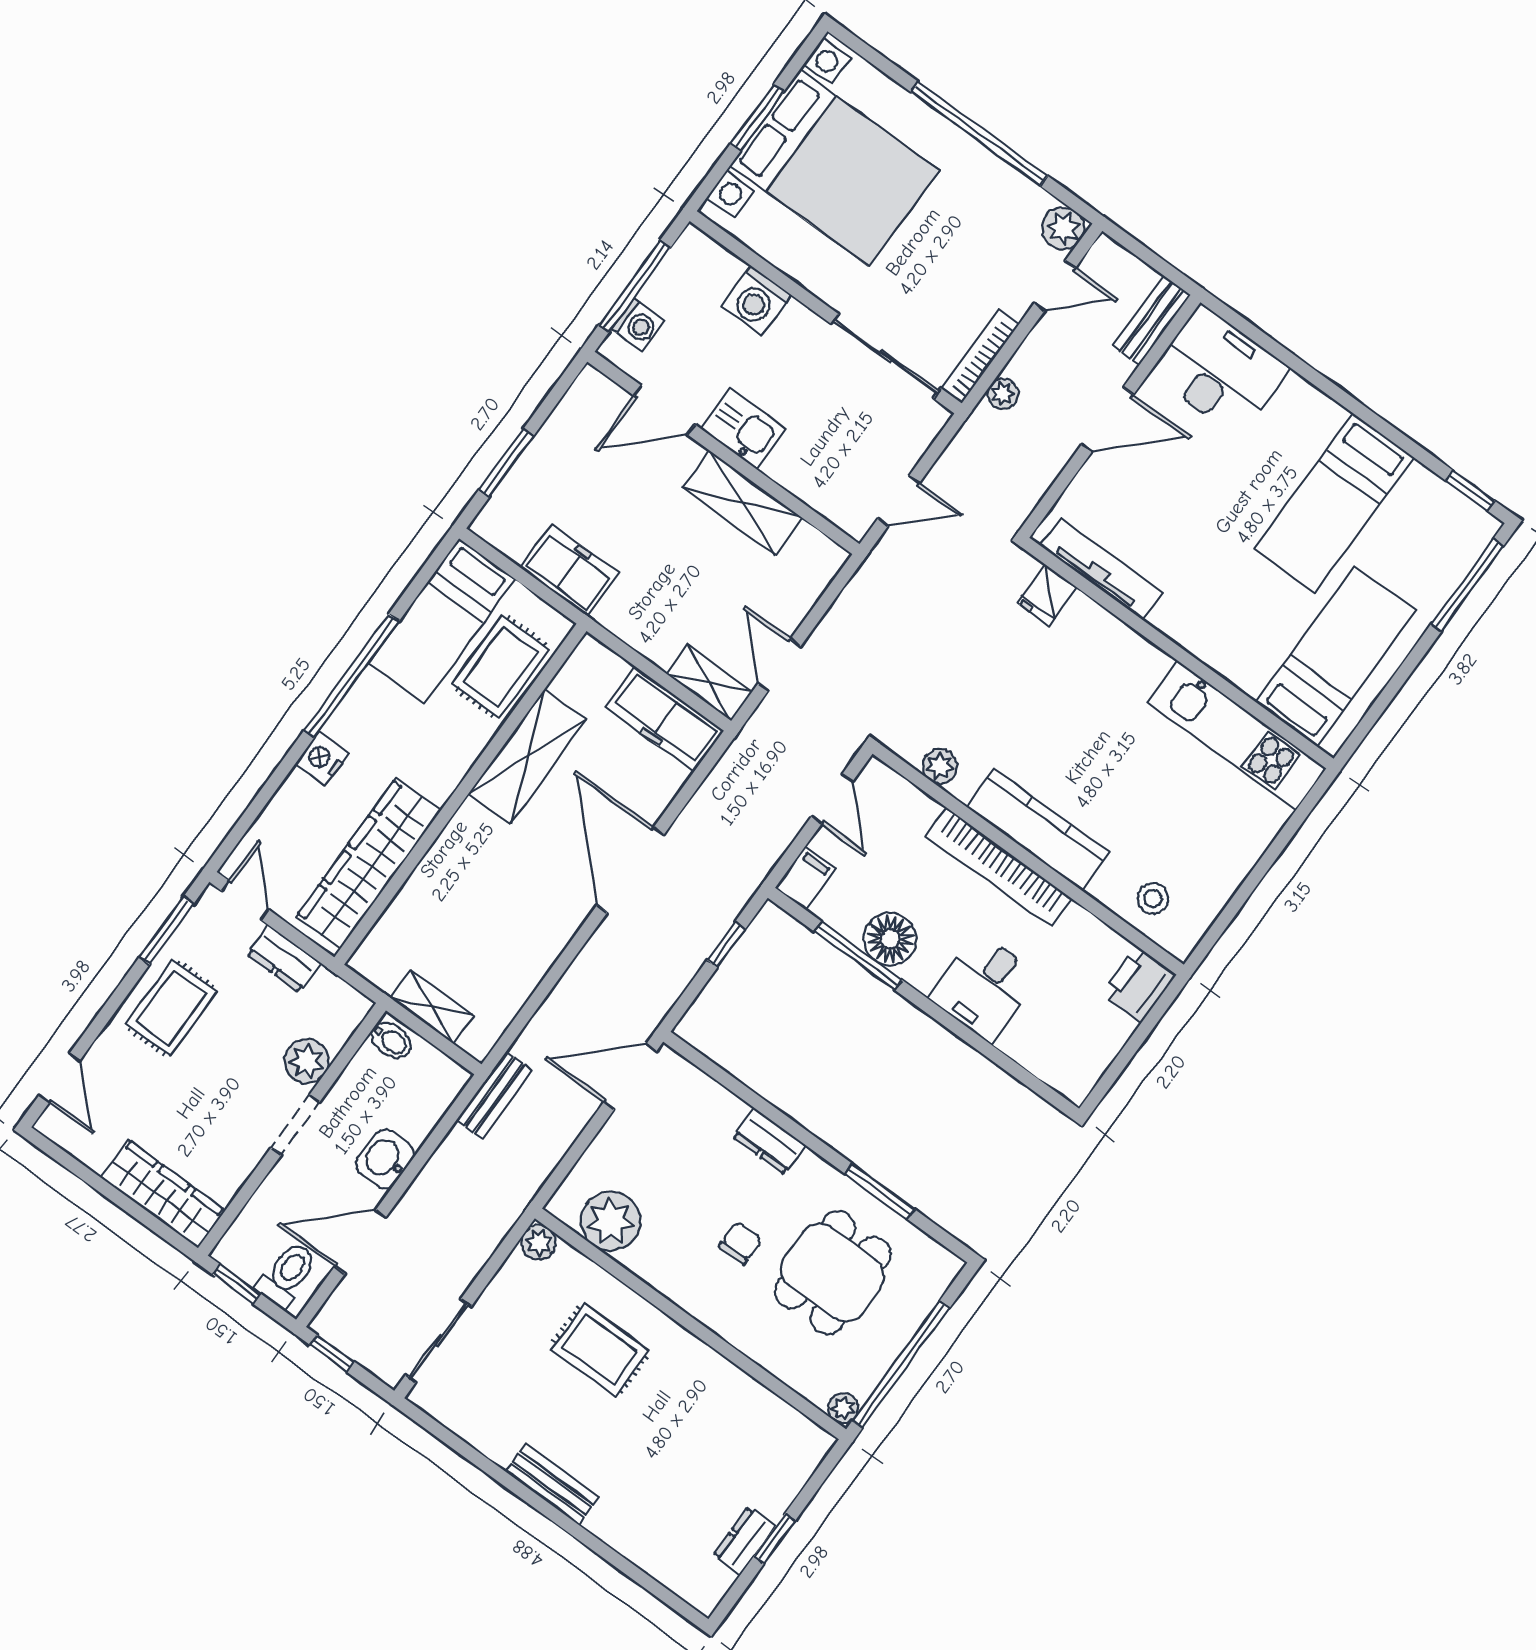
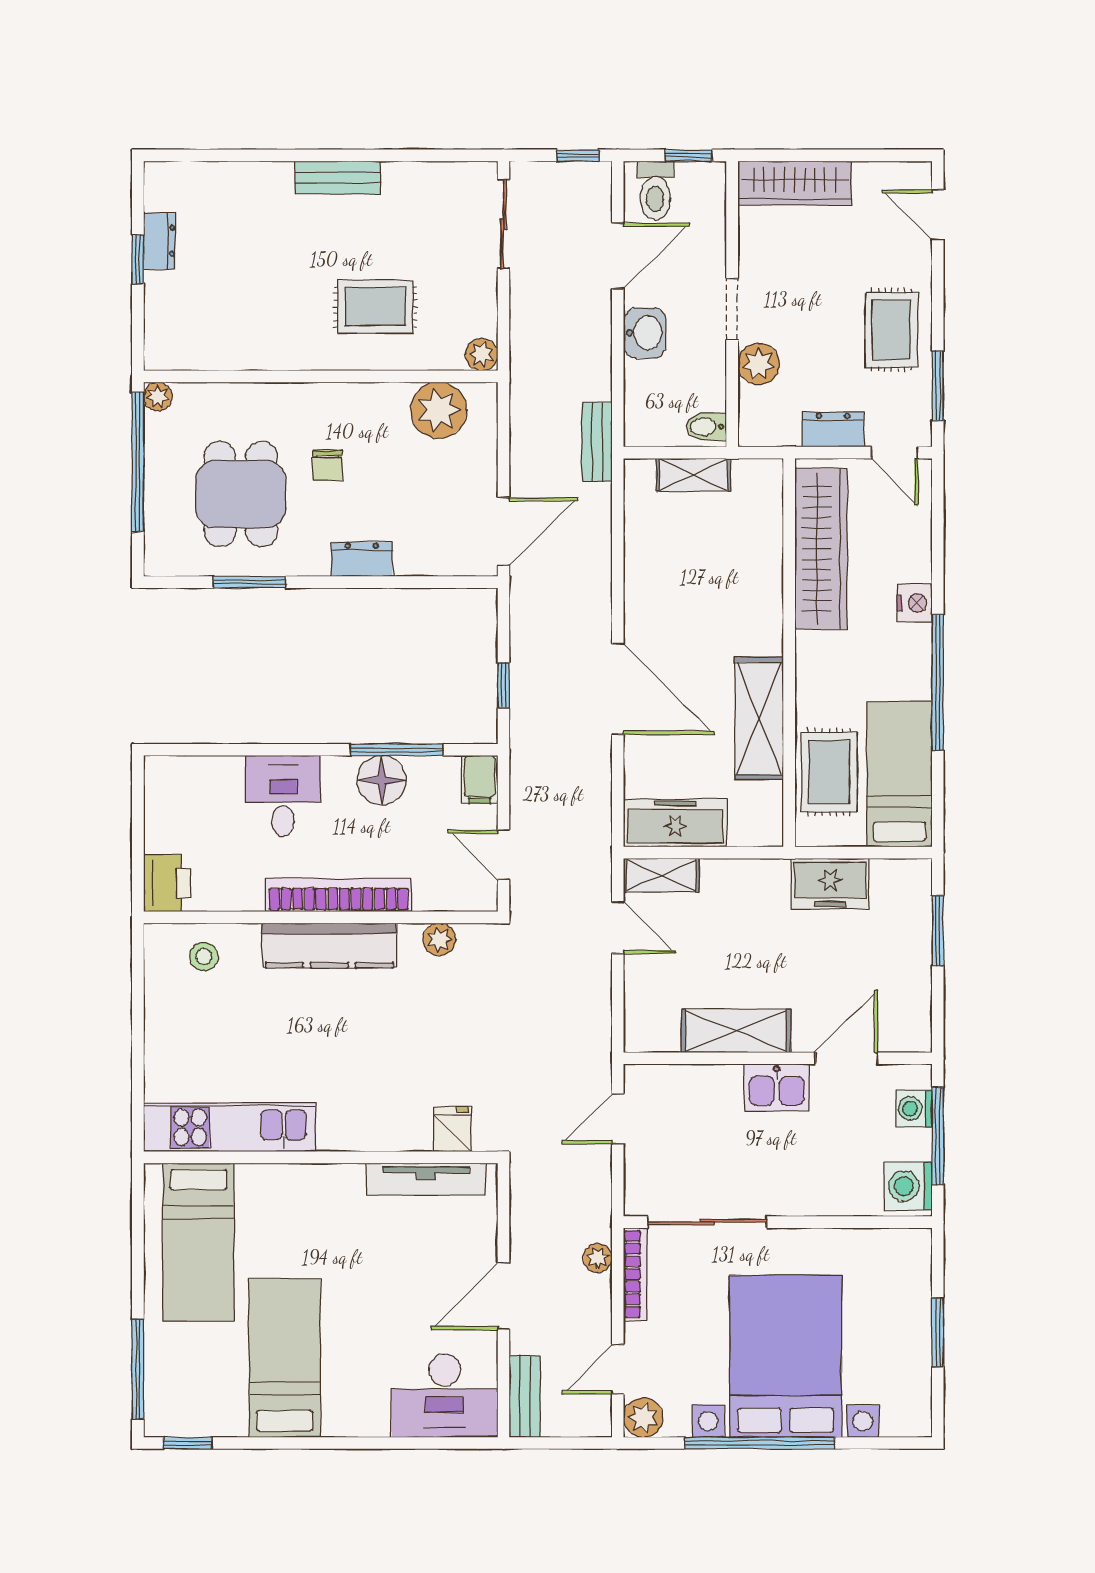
bed with nightstands: (834, 168) -> (786, 1356), moved, turned 90
washing machine: (756, 300) -> (908, 1186), moved, turned -90

